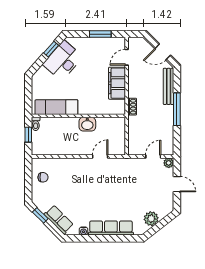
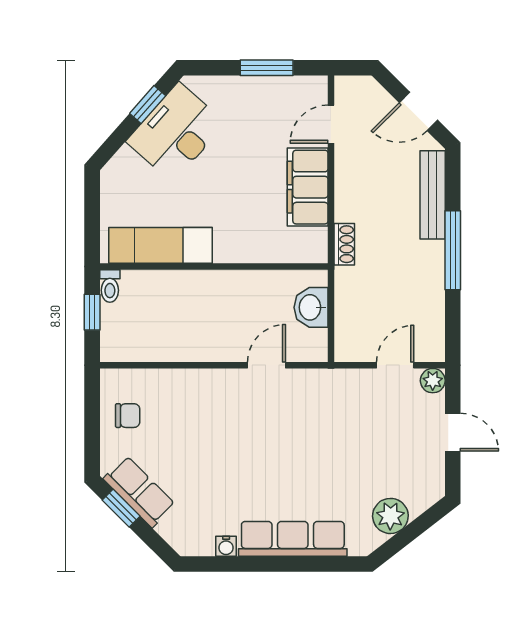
washbasin: (87, 124) -> (311, 307), moved, turned 90
row of seats: (59, 220) -> (139, 492), moved

